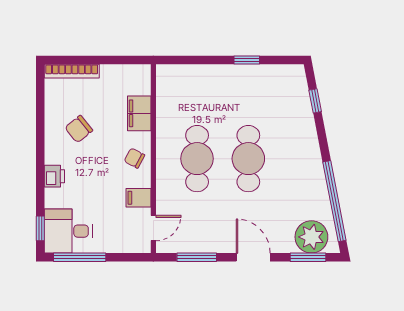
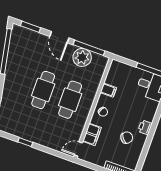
printer: (54, 176) -> (145, 127), moved
door: (153, 228) -> (78, 149), moved
plant: (311, 237) -> (82, 57), moved
window: (197, 257) -> (89, 48), width x1.44

